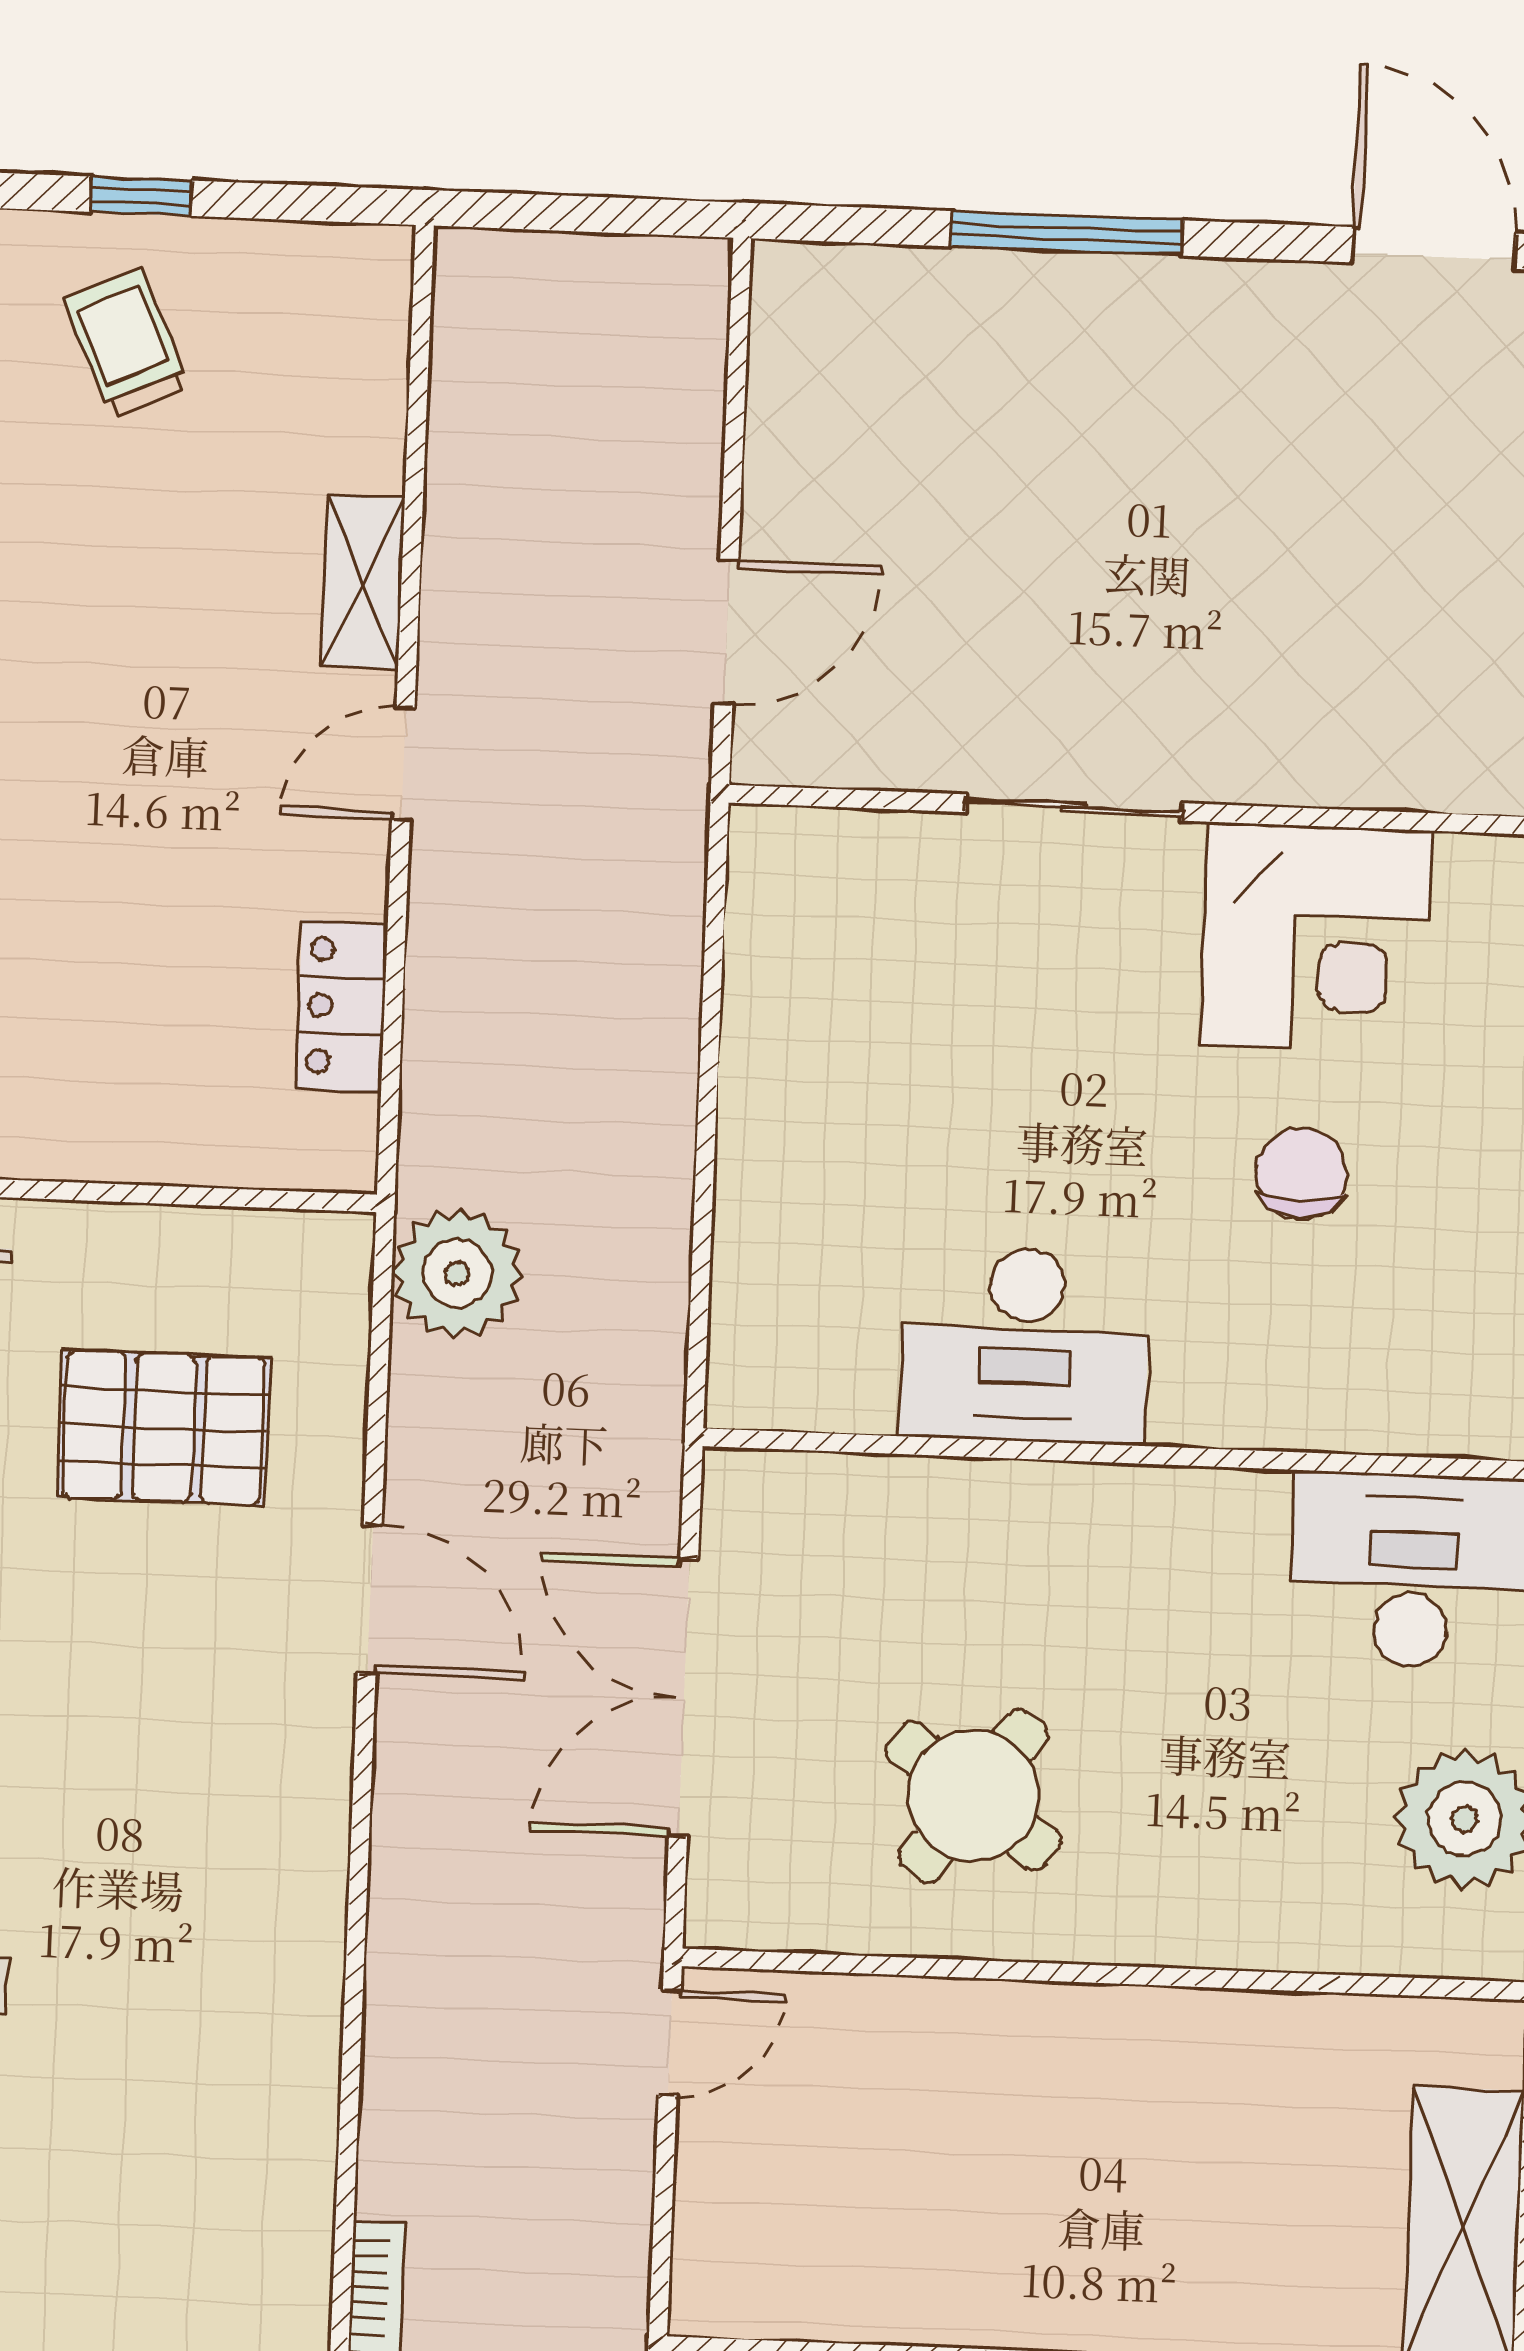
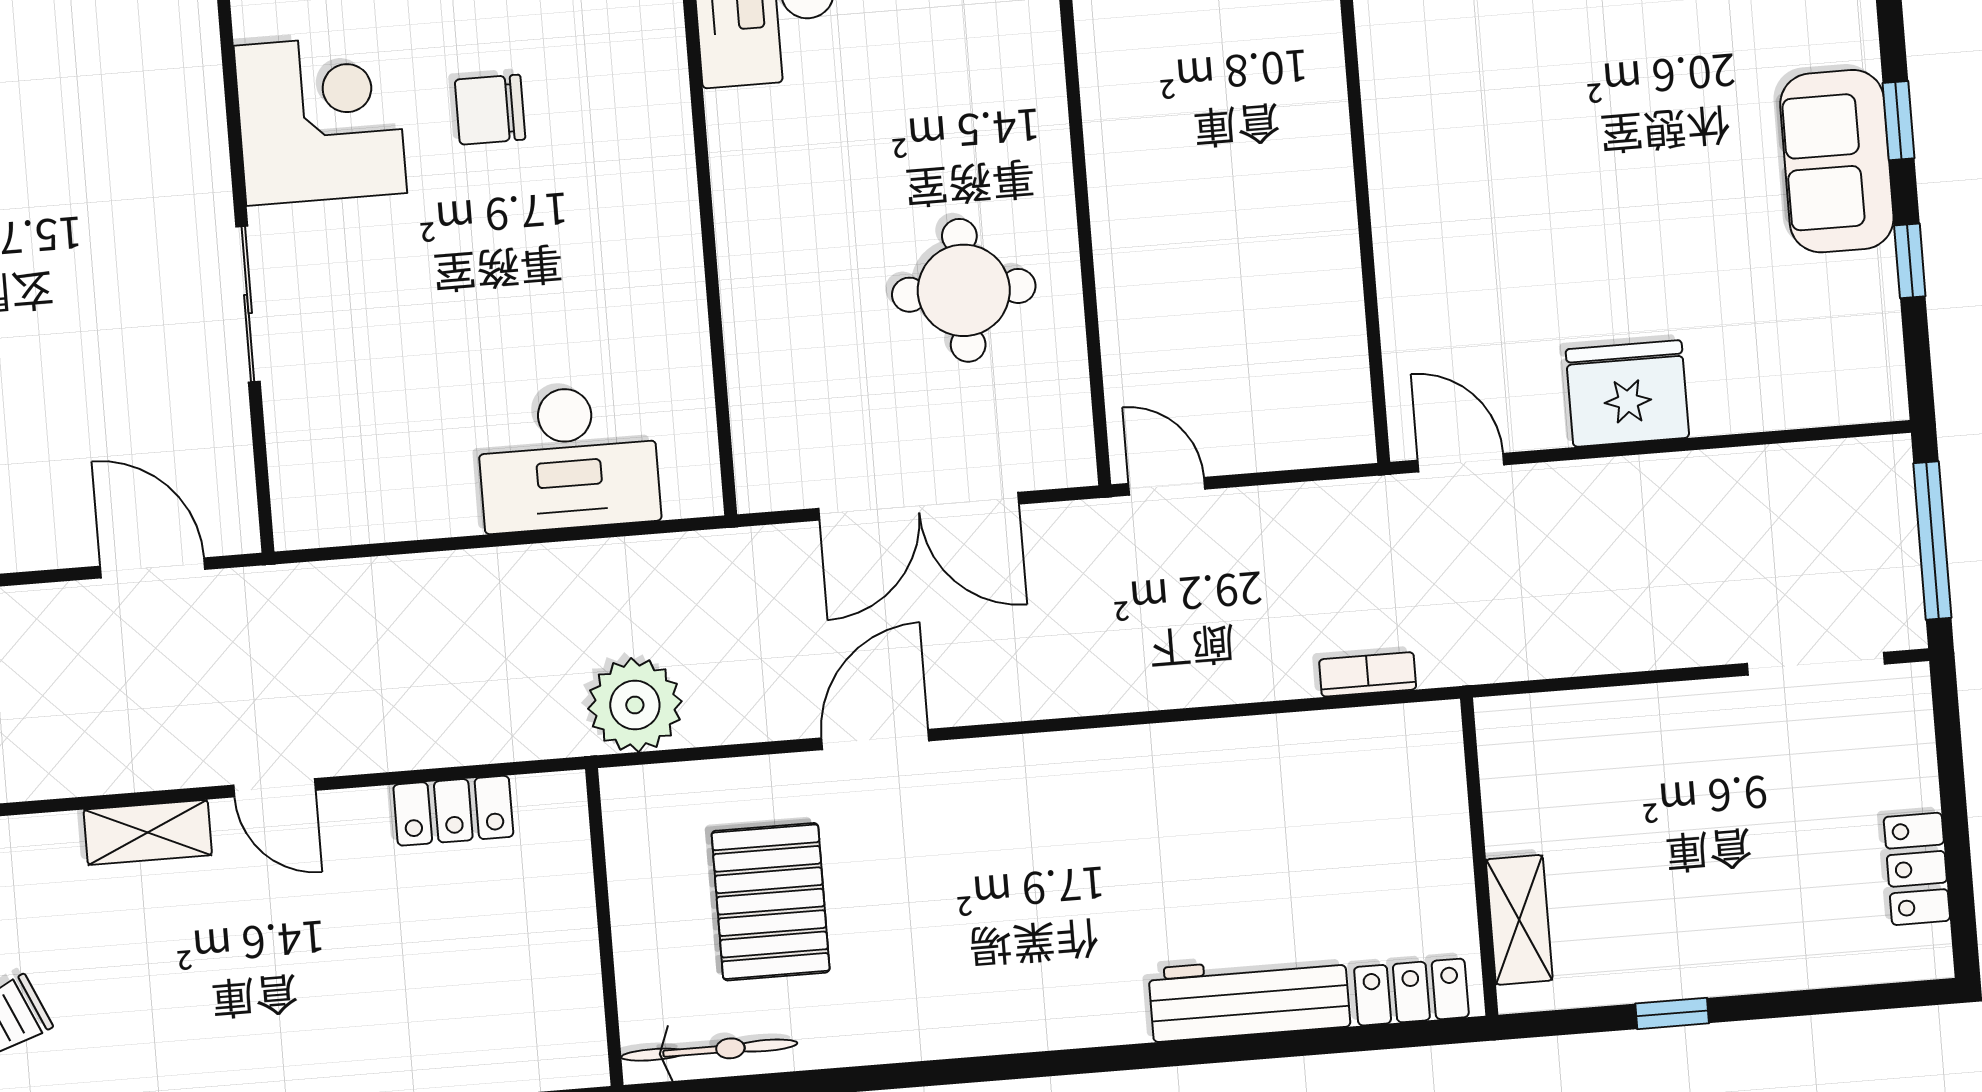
desk: (1025, 1345) -> (568, 458), moved, turned 90
round table: (973, 1796) -> (964, 290), turned -36

